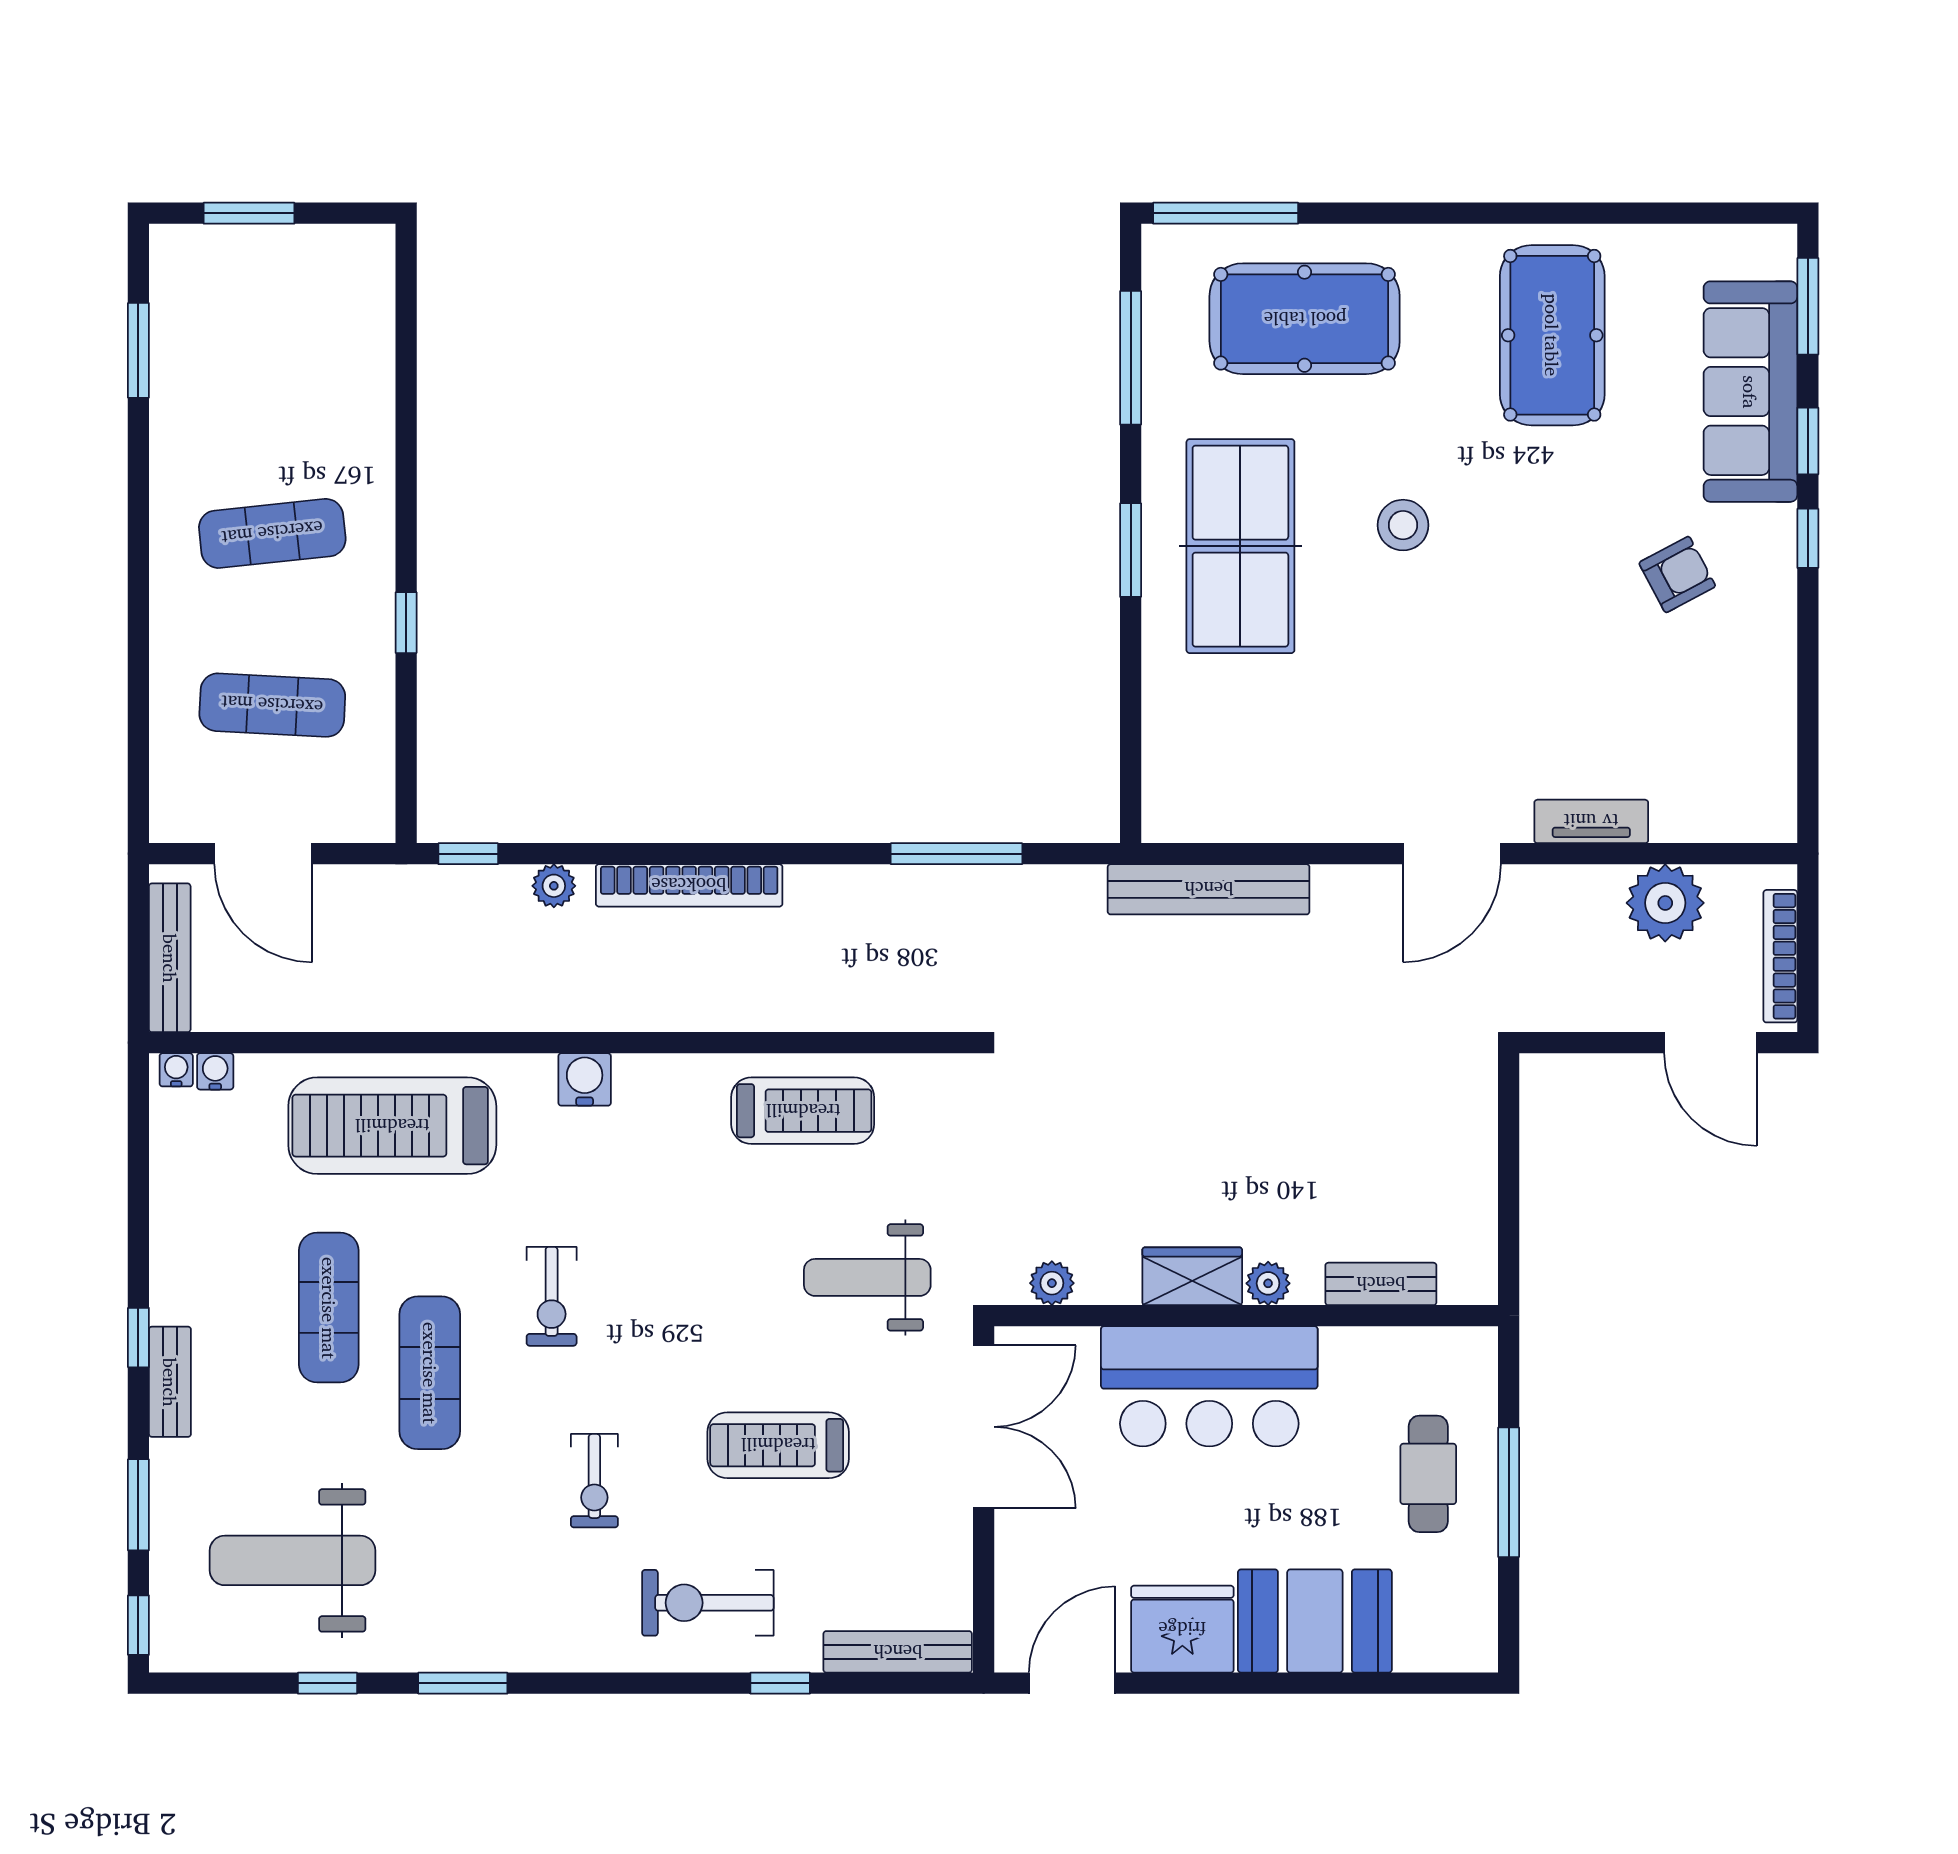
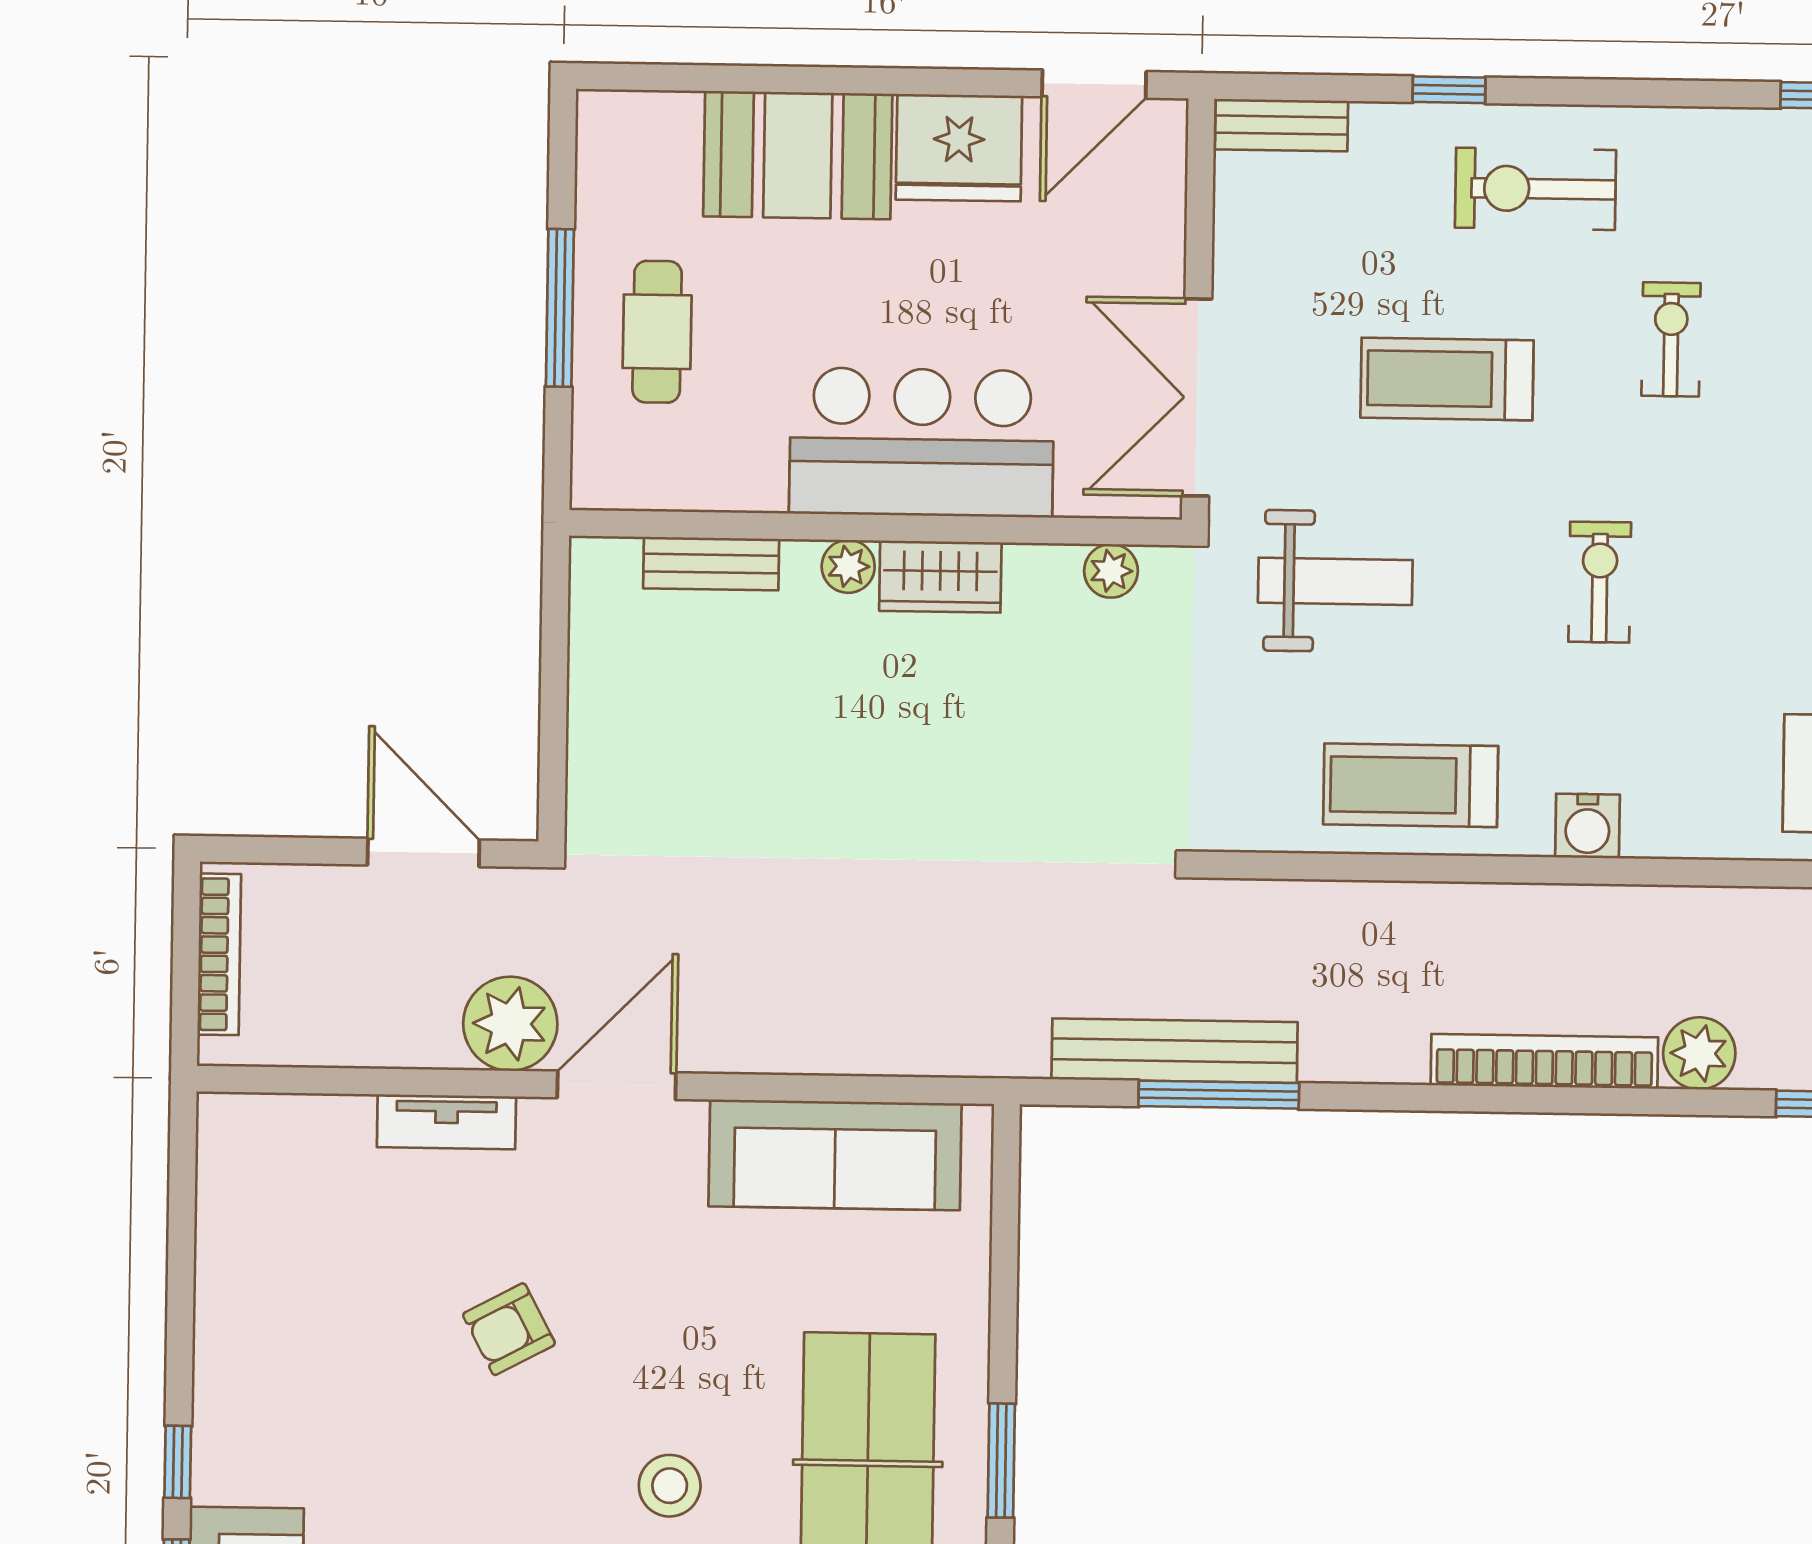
armchair: (1677, 574) -> (509, 1329), moved
sofa: (1271, 799) -> (835, 1155), added
plant: (554, 886) -> (1699, 1053), width x1.38, depth x1.38
bench: (1209, 889) -> (1175, 1051), moved
plant: (1665, 903) -> (510, 1024), moved
door: (1710, 1043) -> (423, 852), moved
water cooler: (585, 1079) -> (1587, 826), moved
exercise bike: (552, 1296) -> (1600, 582), moved
treadmill: (778, 1445) -> (1447, 379), turned 180
exercise bike: (708, 1603) -> (1535, 189), turned 180
bench: (898, 1652) -> (1282, 125), width x0.73

